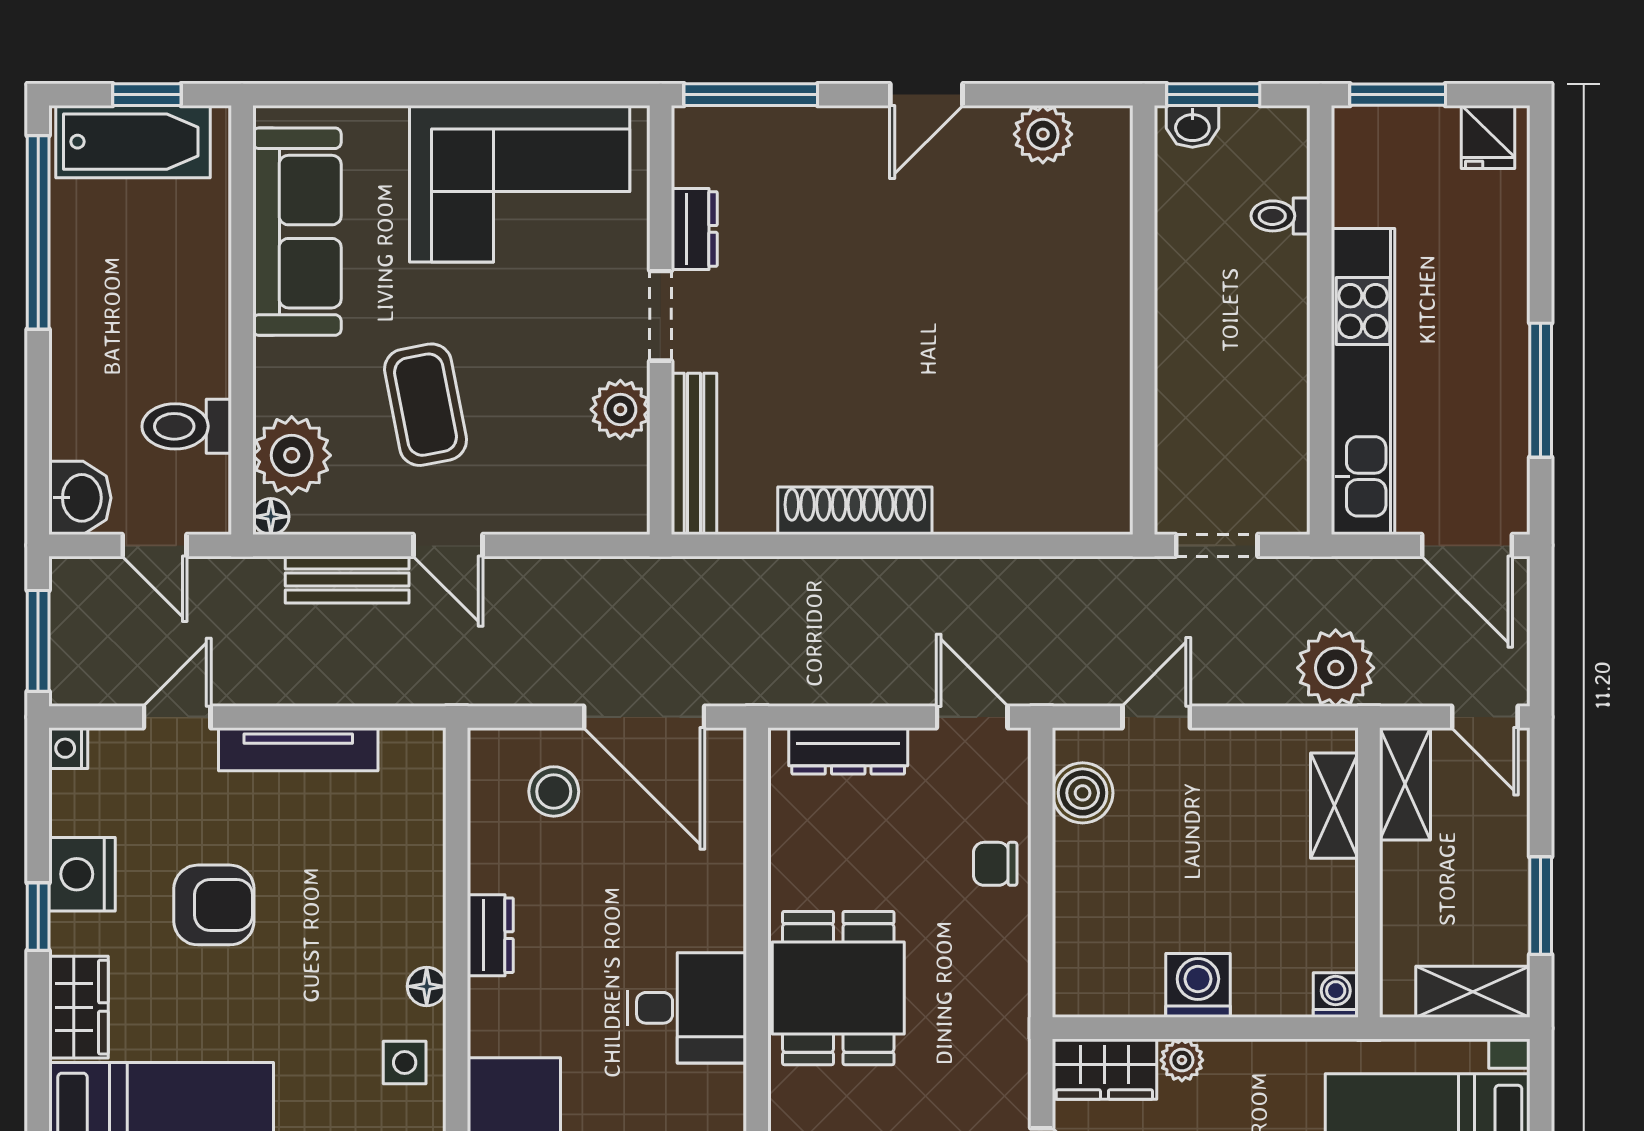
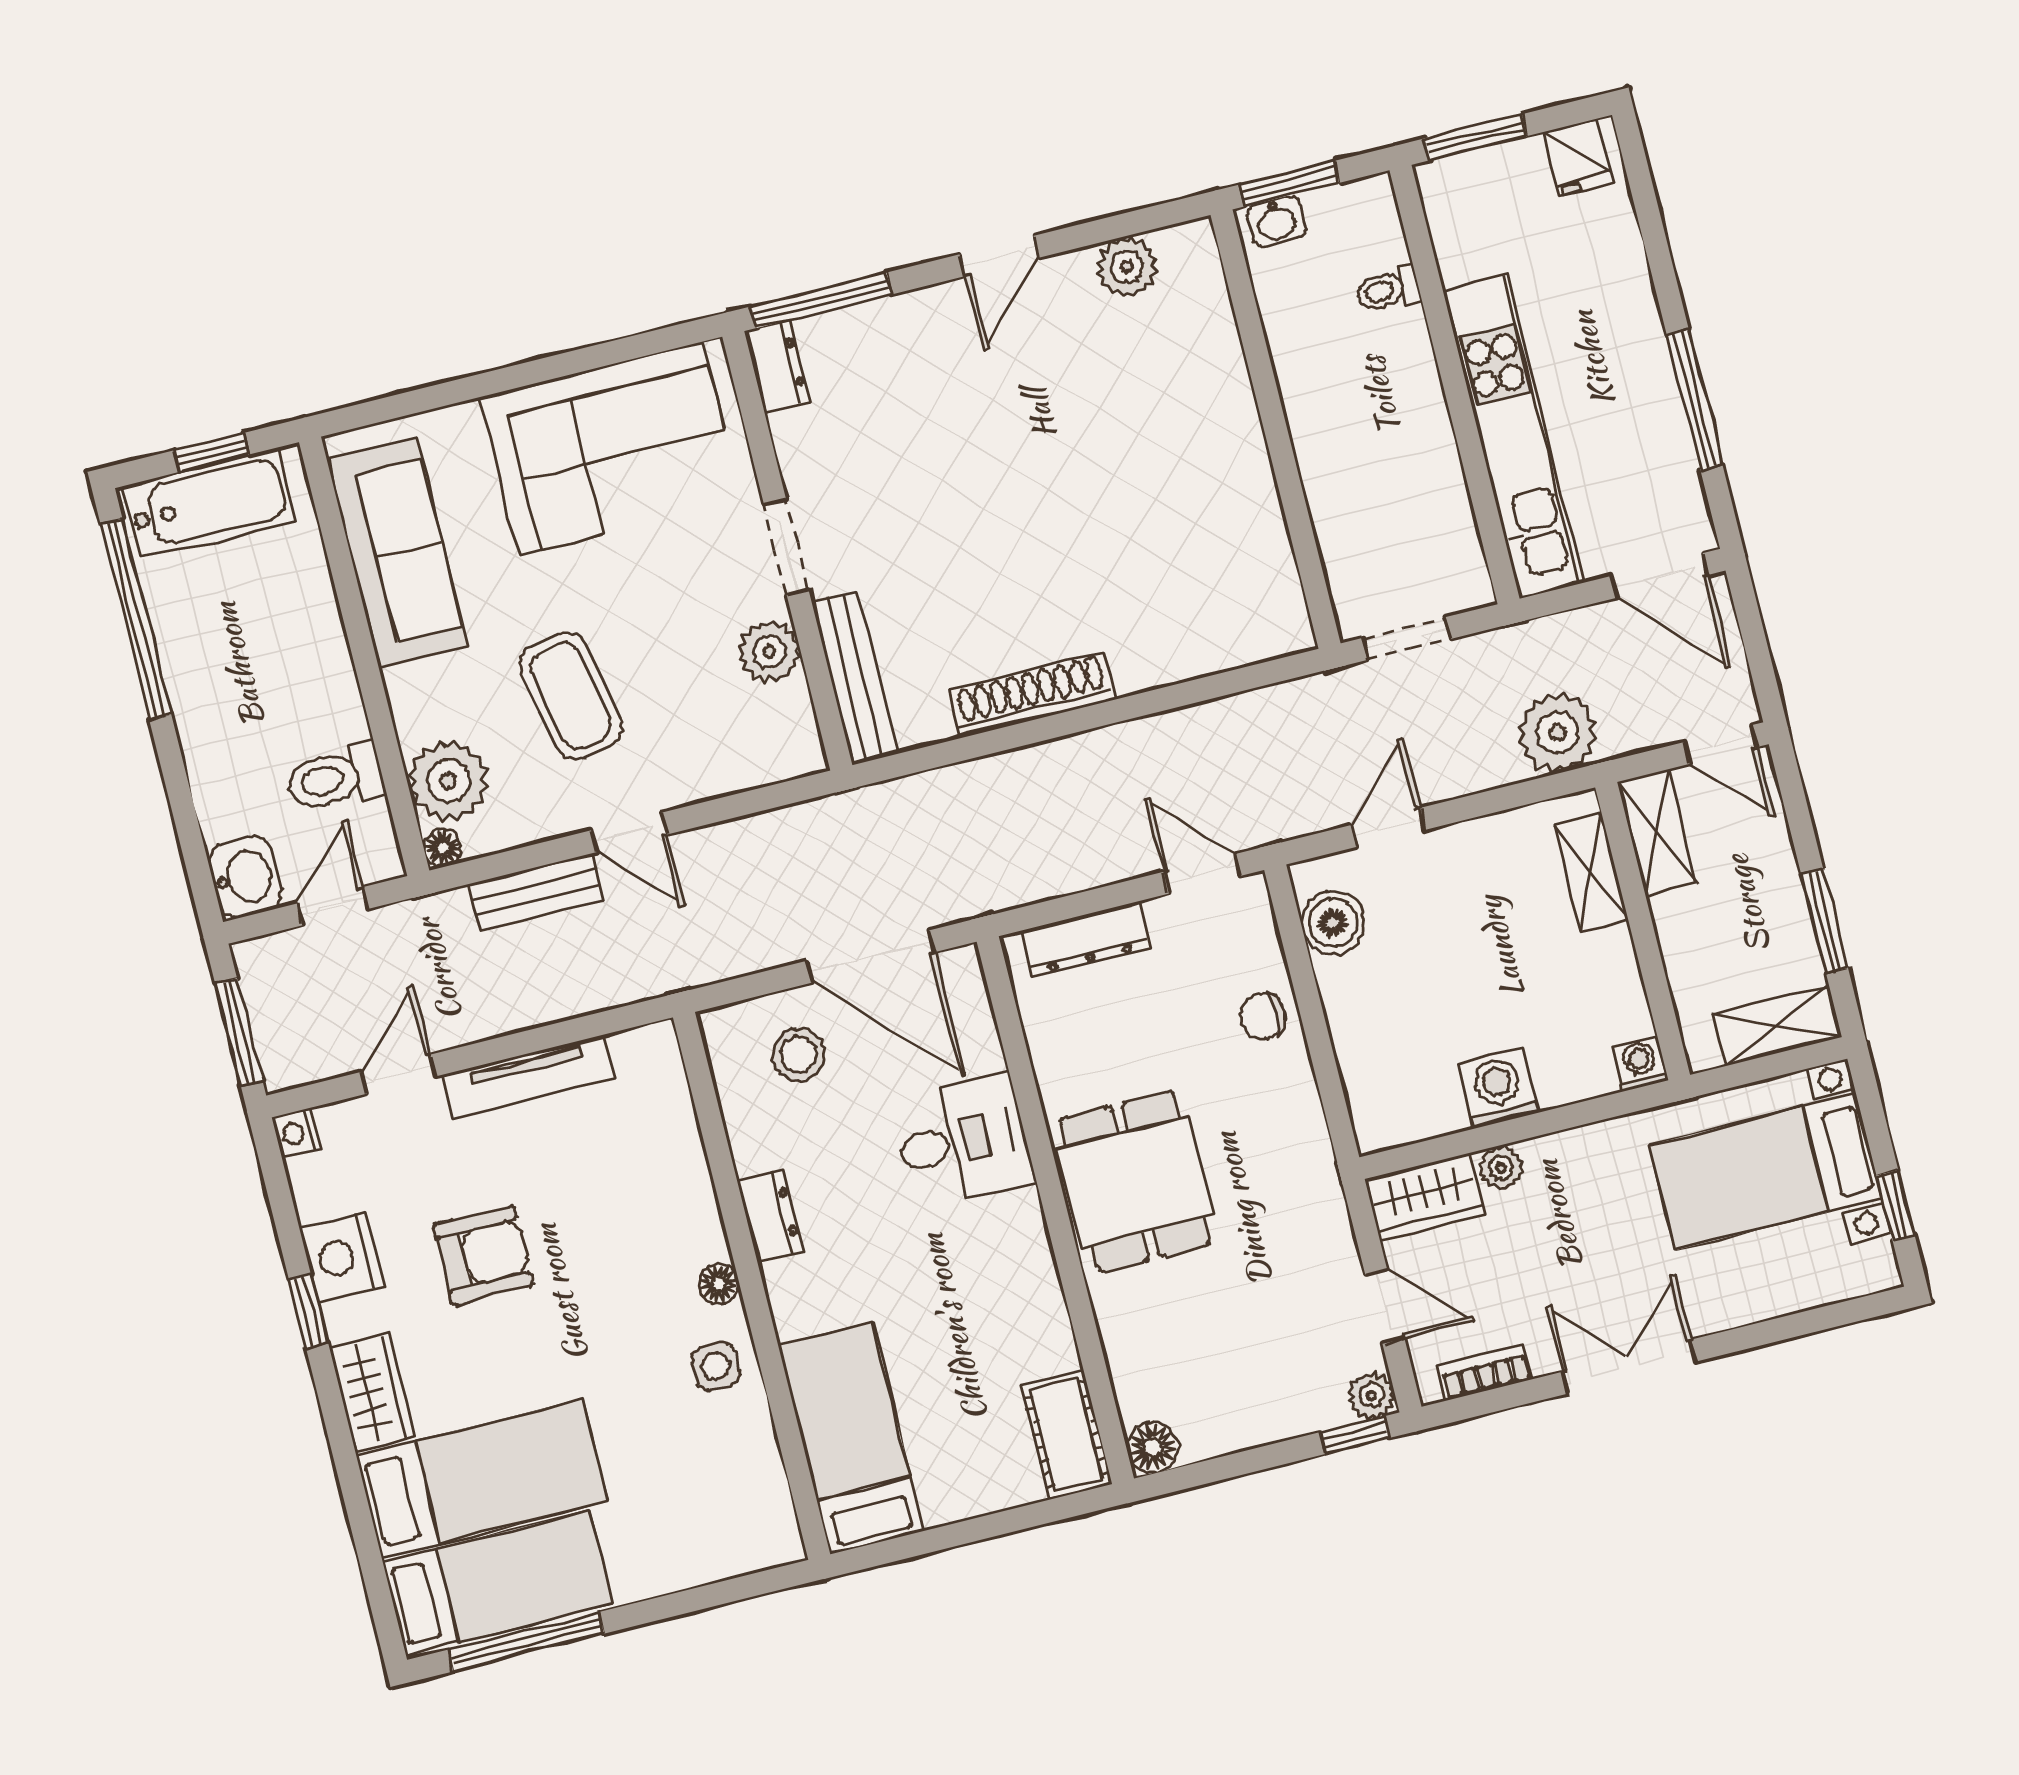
dresser: (694, 229) -> (777, 366), moved
door: (155, 545) -> (332, 906), swing flipped
desk: (687, 1008) -> (962, 1141), moved

